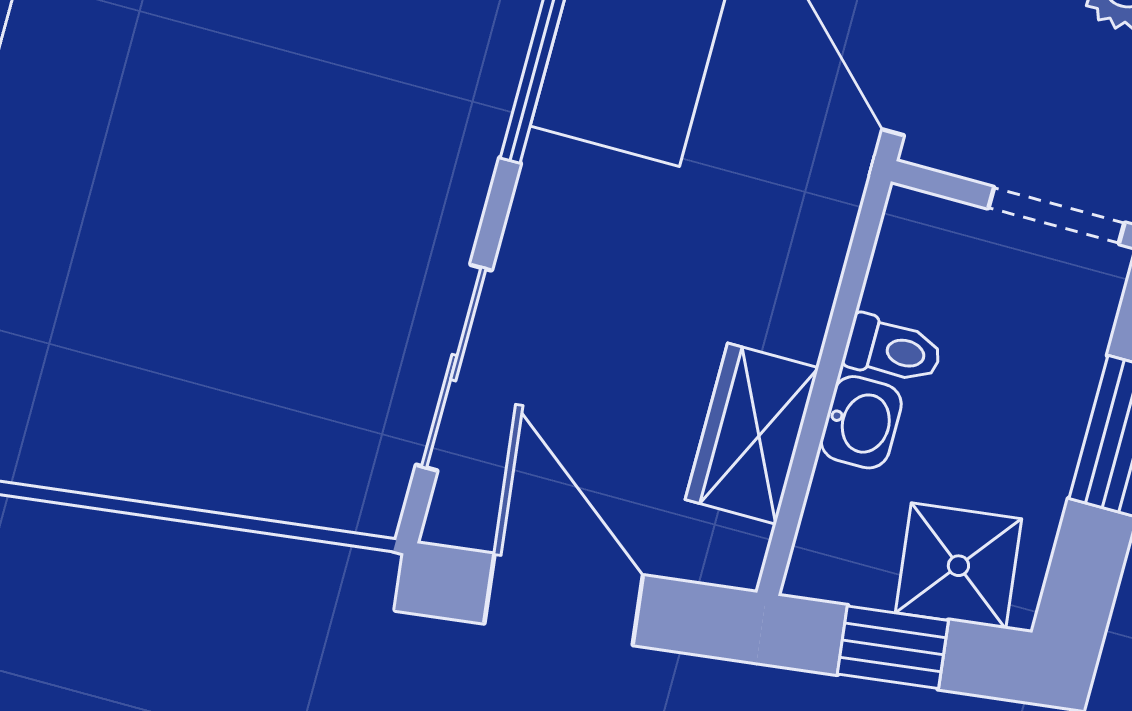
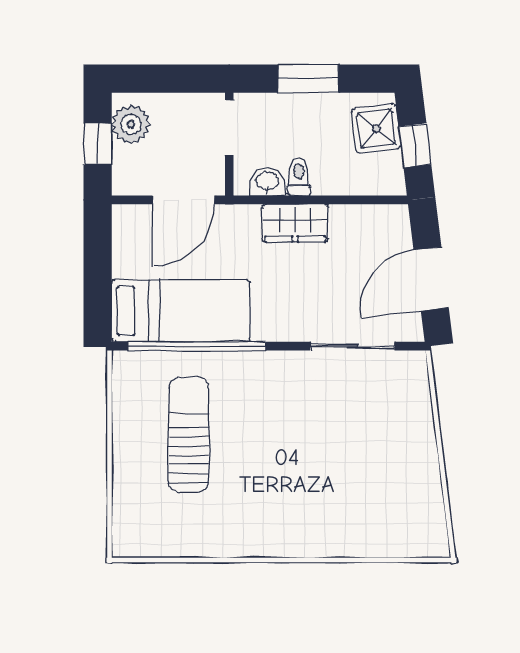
washbasin: (861, 422) -> (267, 182), moved
wardrobe: (752, 434) -> (295, 223), moved

